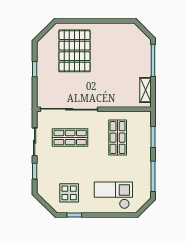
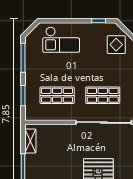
shop shelf: (118, 138) -> (57, 95), turned 90
display table: (69, 193) -> (116, 45), moved

